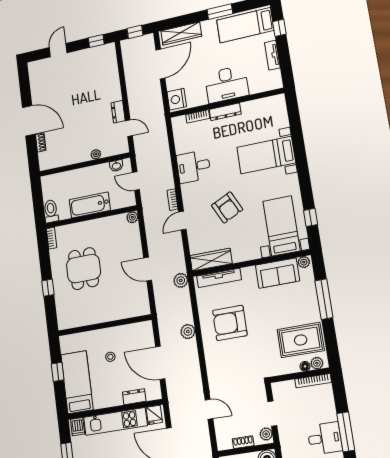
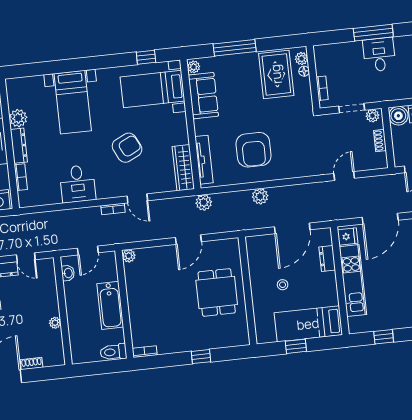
plant: (250, 108) -> (18, 118), added
door: (129, 128) -> (26, 257), swing flipped
plant: (96, 154) -> (55, 323), moved
dining table: (84, 269) -> (217, 292), moved, turned 90
bookcase: (313, 381) -> (322, 88), moved, width x0.64
dishwasher: (78, 427) -> (357, 324), removed

